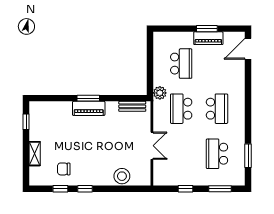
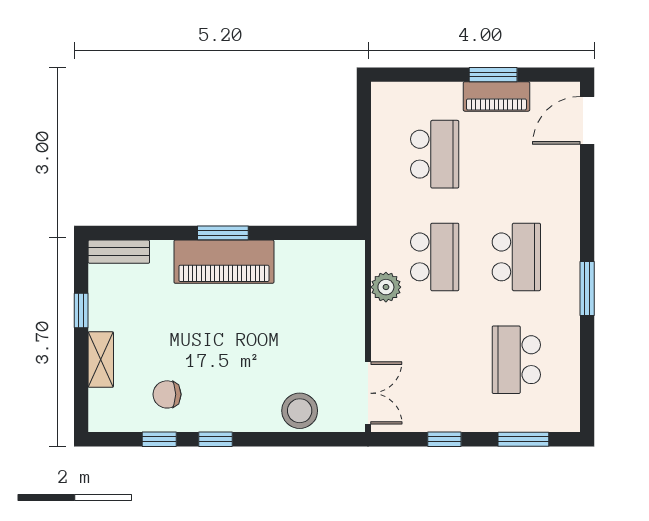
plant: (160, 93) -> (386, 287), moved
bench: (132, 106) -> (119, 252), moved
piano: (89, 108) -> (224, 262), width x1.37, depth x1.33
school desk: (181, 109) -> (435, 257), turned 180
window: (26, 122) -> (81, 310), moved
double door: (152, 146) -> (368, 393), moved
window: (248, 156) -> (587, 288), moved

